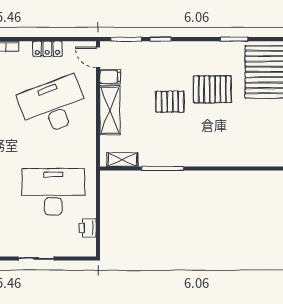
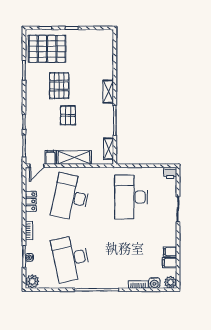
desk: (53, 106) -> (71, 197), turned 33
shelving: (204, 159) -> (108, 92), added
printer: (88, 228) -> (170, 173), moved

